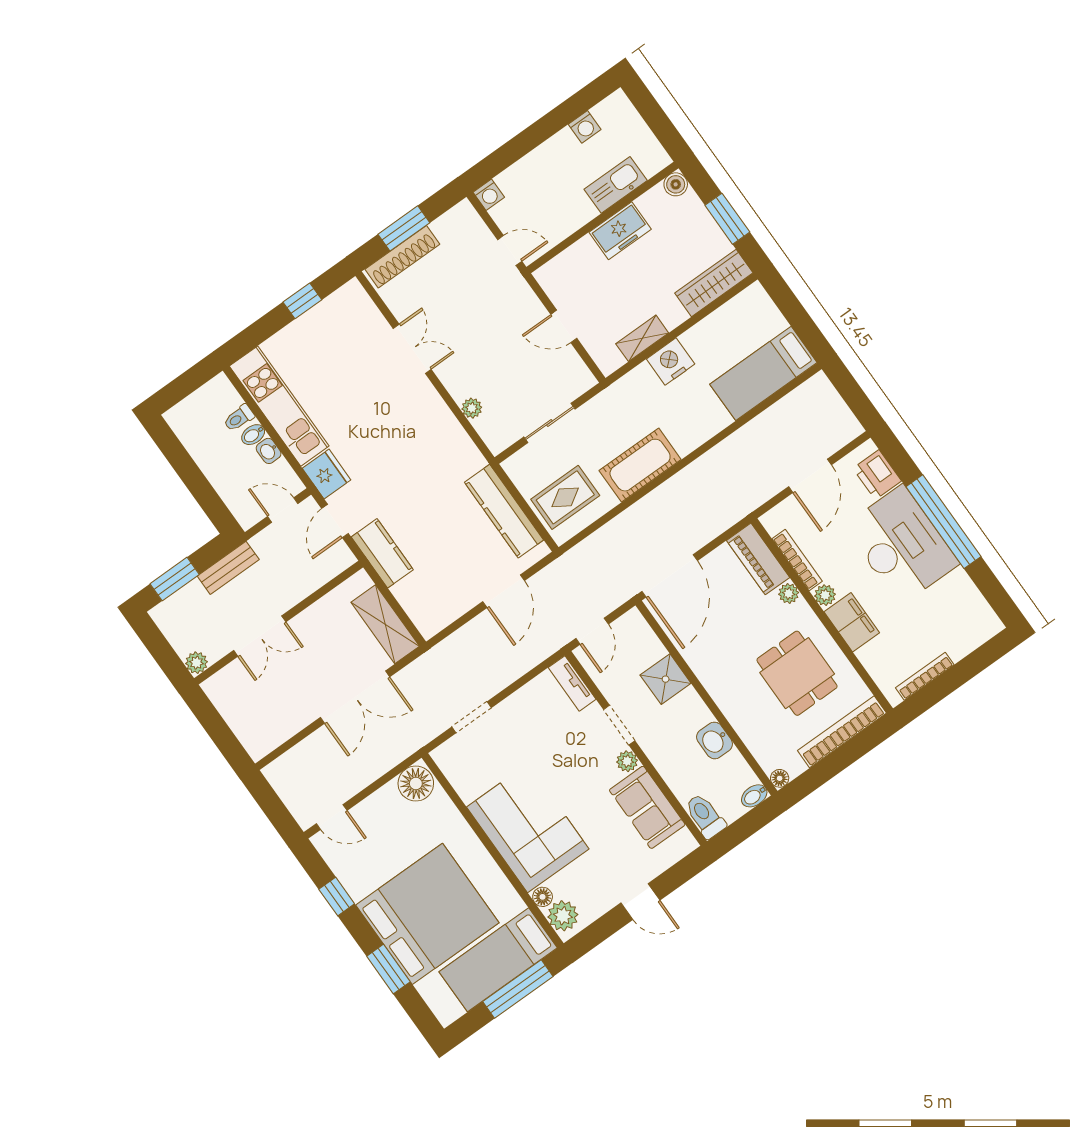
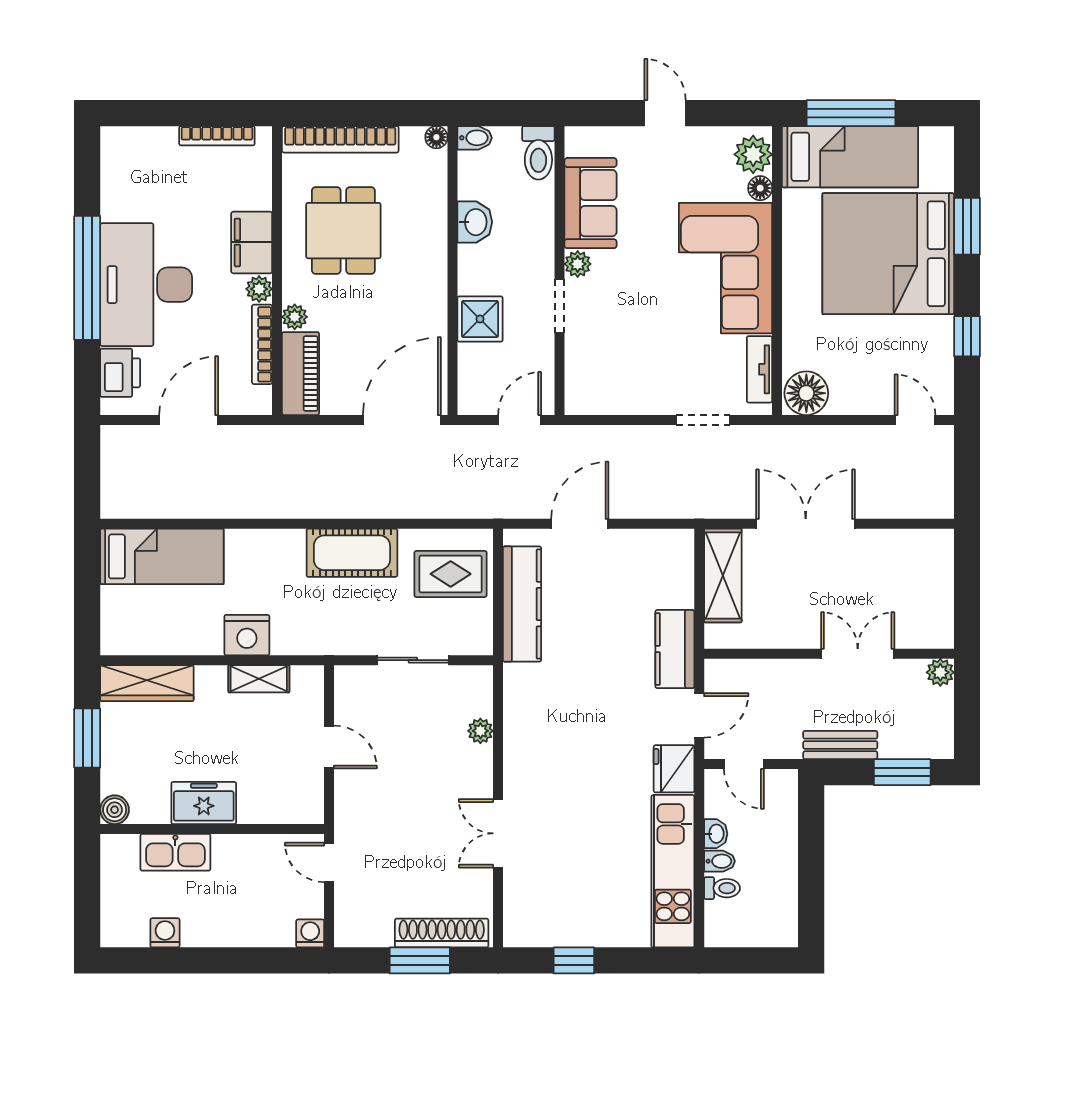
tv unit: (572, 683) -> (760, 369), moved, turned 180

